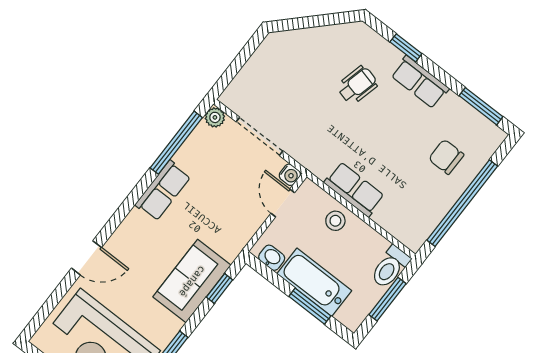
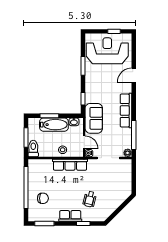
row of seats: (354, 189) -> (70, 165), width x1.48
row of seats: (163, 191) -> (126, 111), width x1.48
sofa: (192, 281) -> (94, 118), moved

